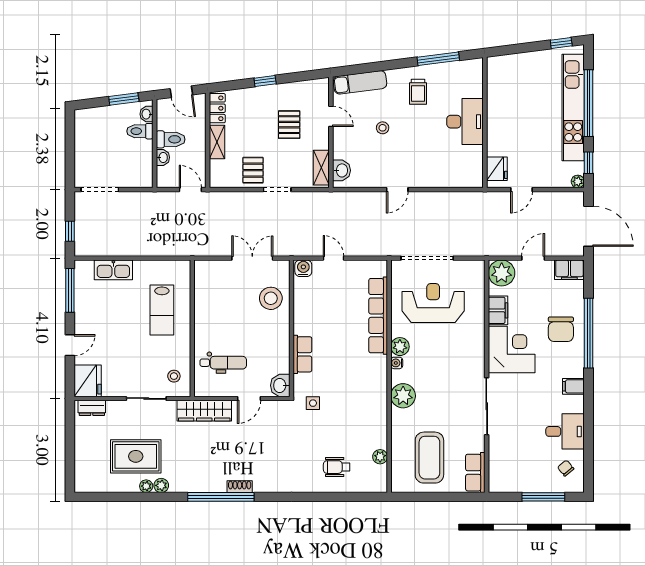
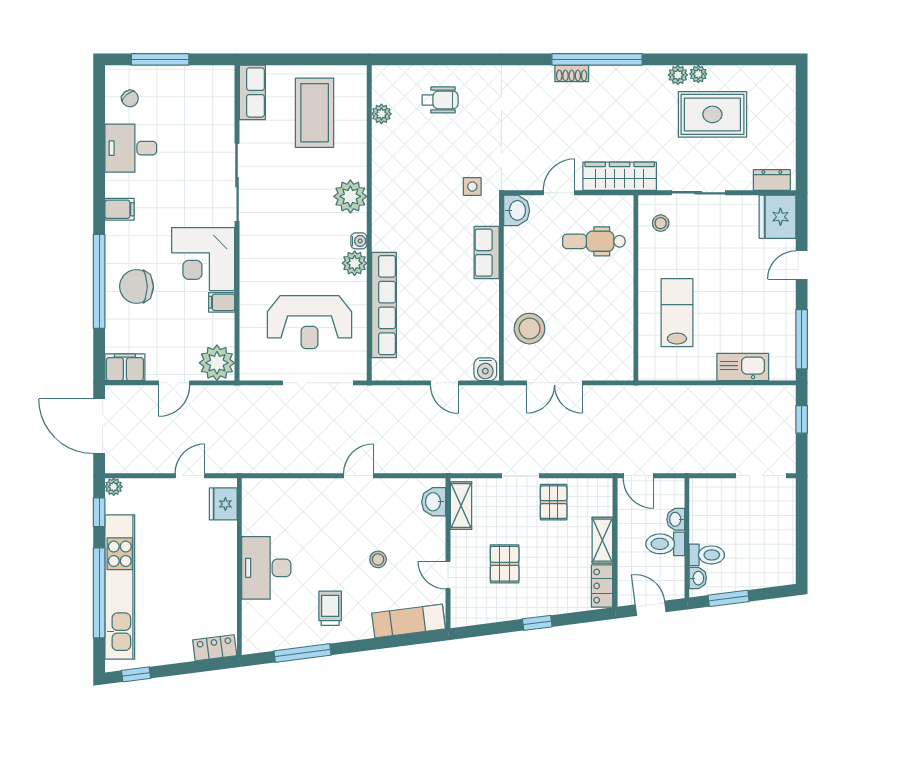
locker: (503, 63) -> (215, 648), added
filing cabinet: (498, 310) -> (222, 302), width x0.50
chair: (561, 329) -> (137, 286), turned -90

